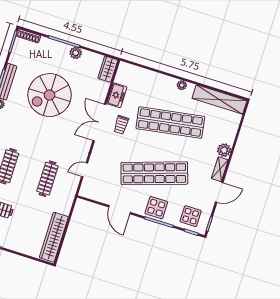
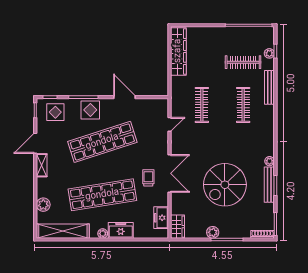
freezer: (163, 83) -> (121, 230), added
spiral stairs: (50, 95) -> (225, 185), turned 180
freezer: (117, 95) -> (161, 218), moved
plant: (224, 150) -> (43, 205), moved

